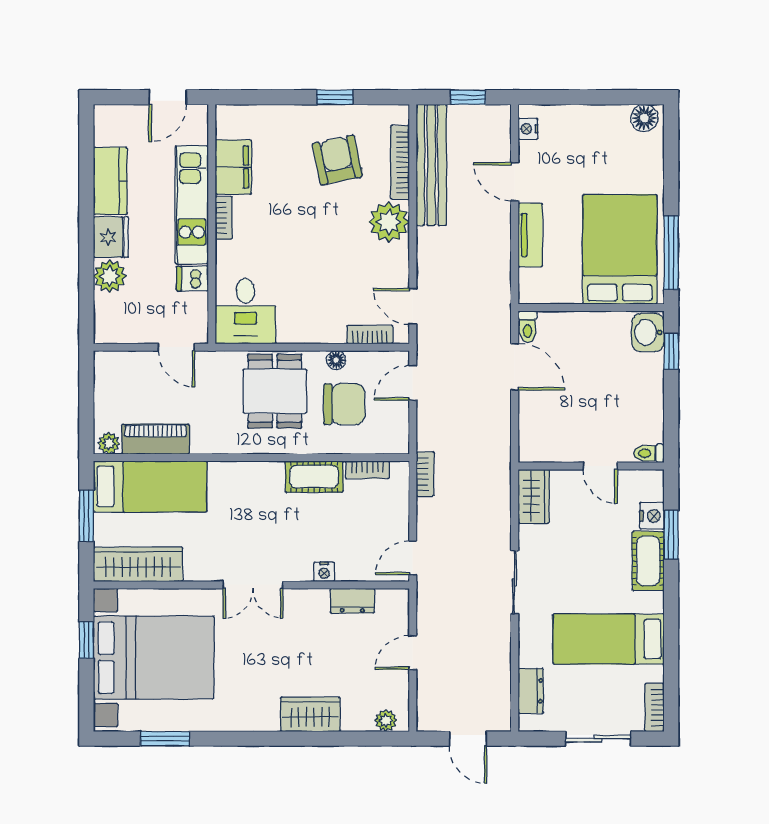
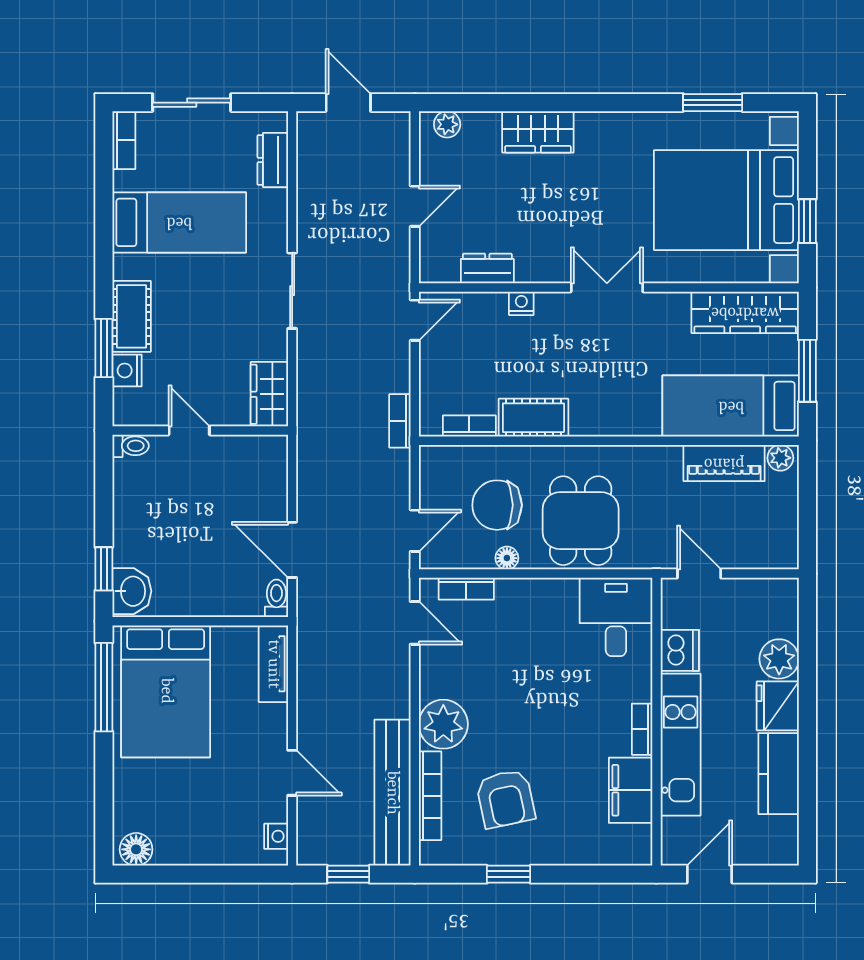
tv unit: (530, 235) -> (273, 664), moved
dishwasher: (192, 279) -> (680, 650), width x1.38

